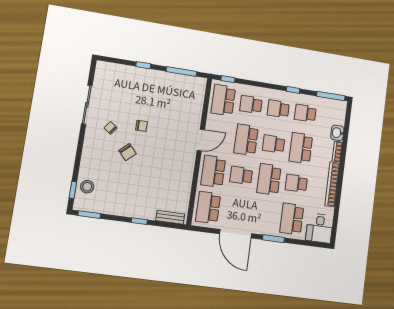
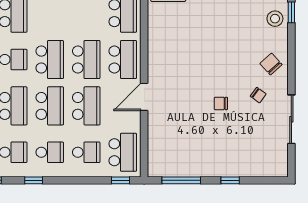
school desk: (274, 144) -> (50, 106), width x1.85
chair: (128, 152) -> (271, 64), moved
school desk: (241, 175) -> (86, 60), width x1.85

